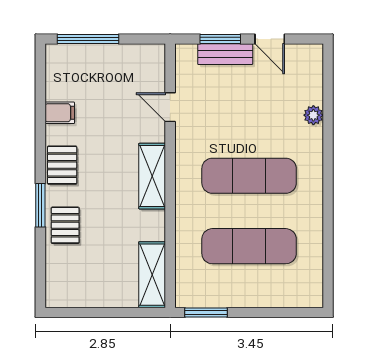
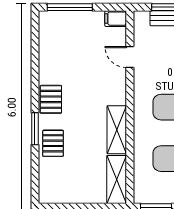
filing cabinet: (60, 113) -> (116, 19), moved, turned 180
shelving: (152, 176) -> (117, 130), moved

